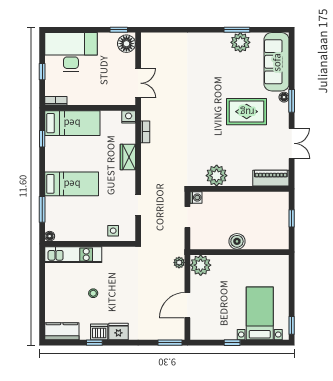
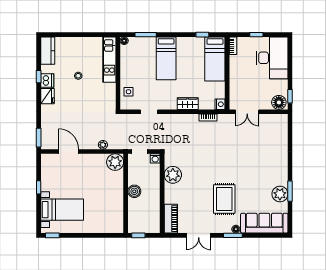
boiler: (237, 241) -> (134, 191), moved
wall: (240, 252) -> (126, 193), moved
plant: (201, 265) -> (115, 162), moved

